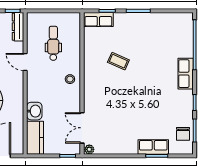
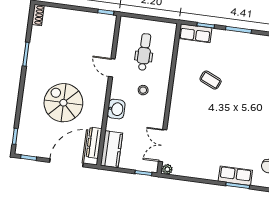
dresser: (18, 27) -> (94, 143), moved
stool: (70, 79) -> (143, 90), moved
washbasin: (34, 111) -> (116, 109), moved

